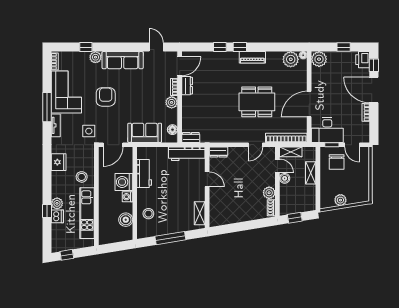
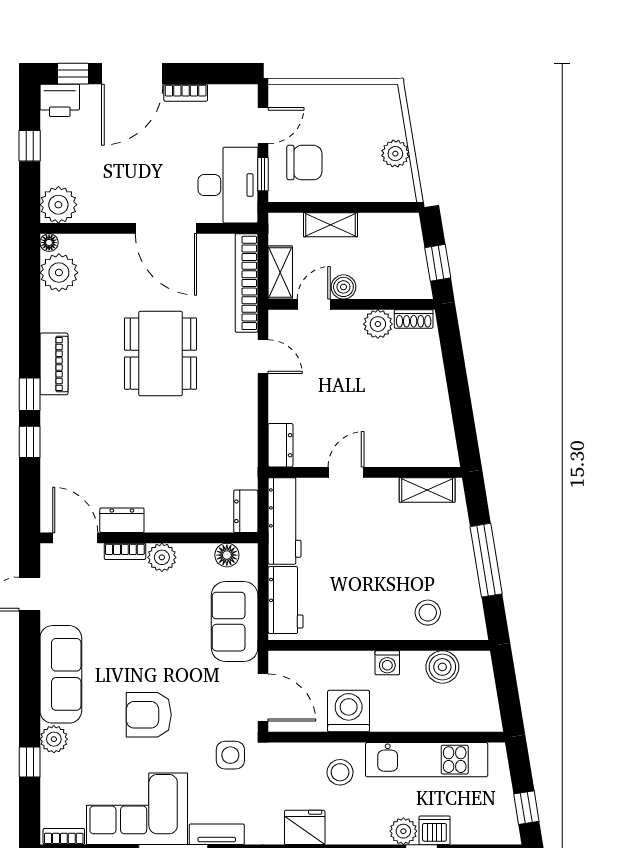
workbench: (144, 173) -> (286, 600), moved, turned 90
washing machine: (124, 182) -> (349, 711), moved, turned 180

